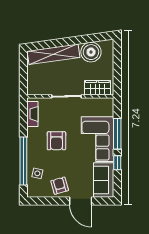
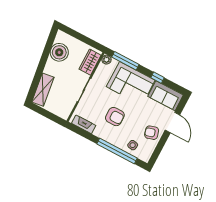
shelving: (54, 54) -> (43, 90), width x0.68
plant: (108, 103) -> (106, 60), added
window: (117, 134) -> (125, 61), moved
door: (81, 201) -> (172, 122), hinge flipped

